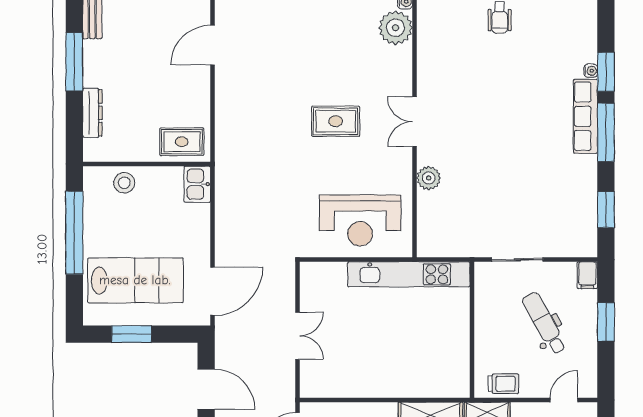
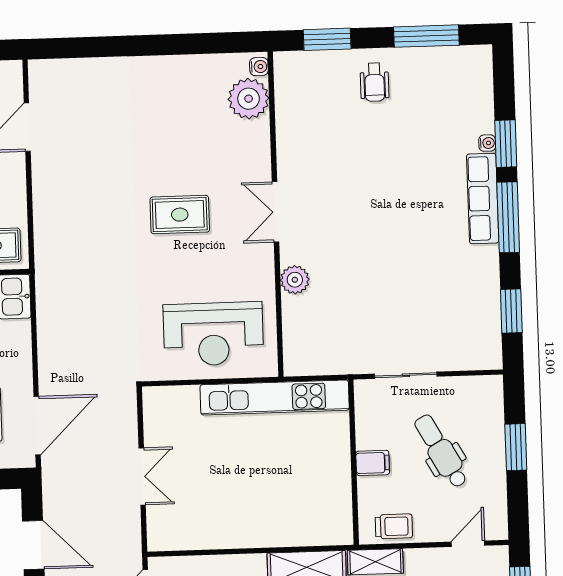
filing cabinet: (587, 275) -> (373, 463), moved, turned -90

